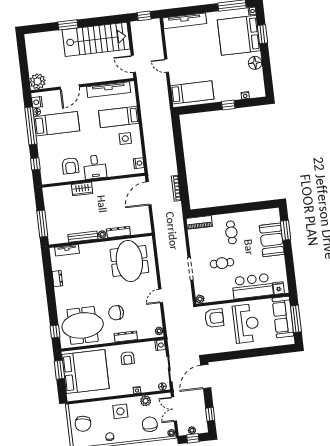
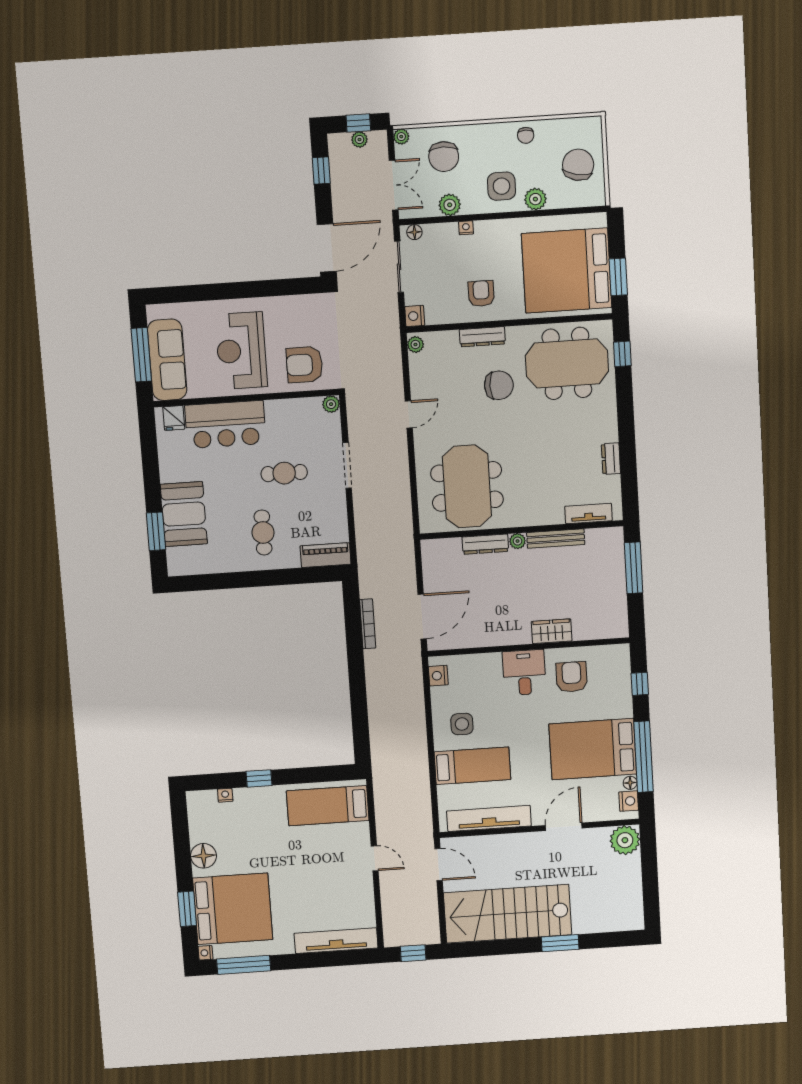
bed: (57, 124) -> (593, 749), width x1.50
plant: (103, 406) -> (535, 199), added

